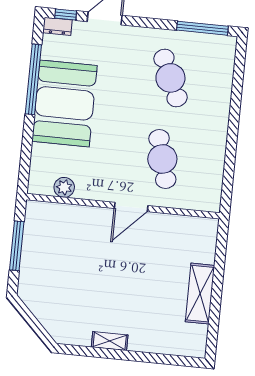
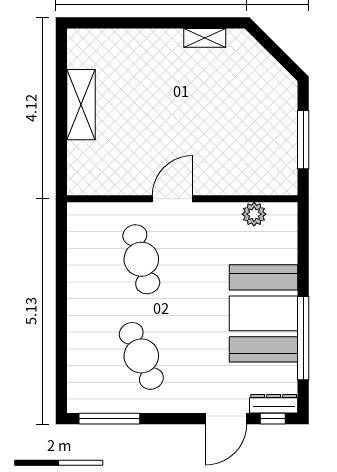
dresser: (57, 26) -> (274, 404), width x1.44
shelving: (110, 341) -> (205, 38), moved

